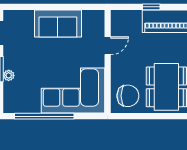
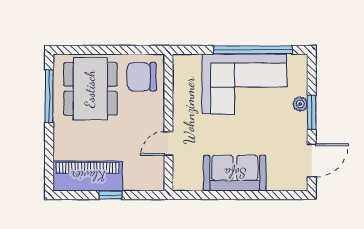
corner sofa: (73, 90) -> (245, 84), moved

